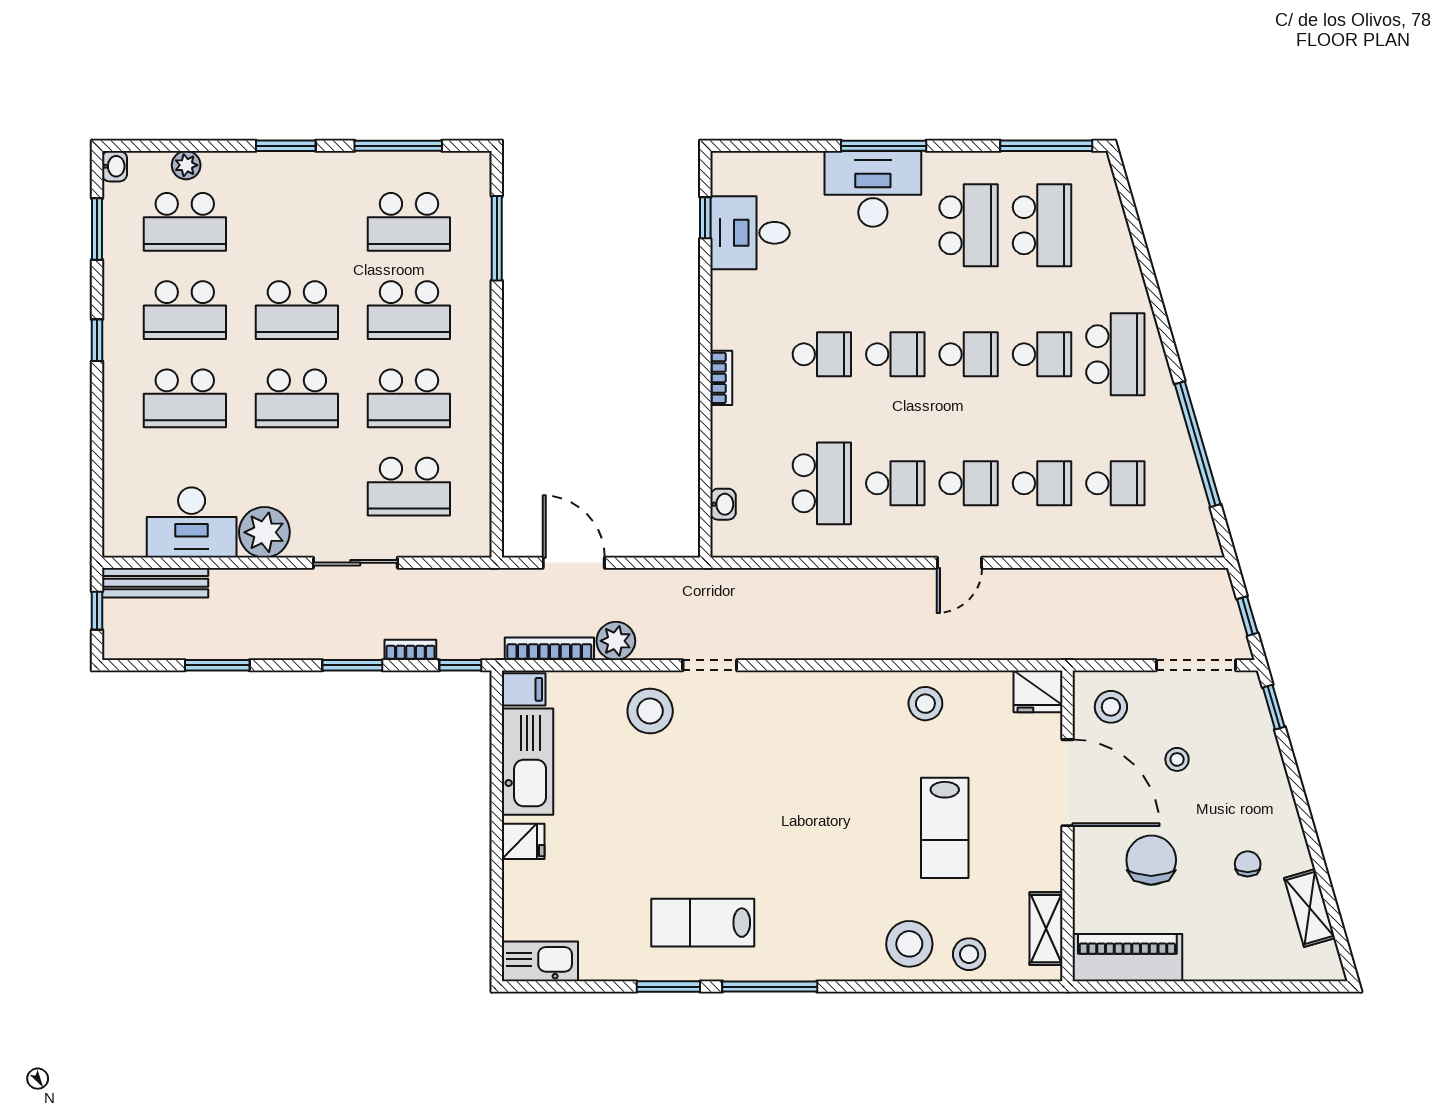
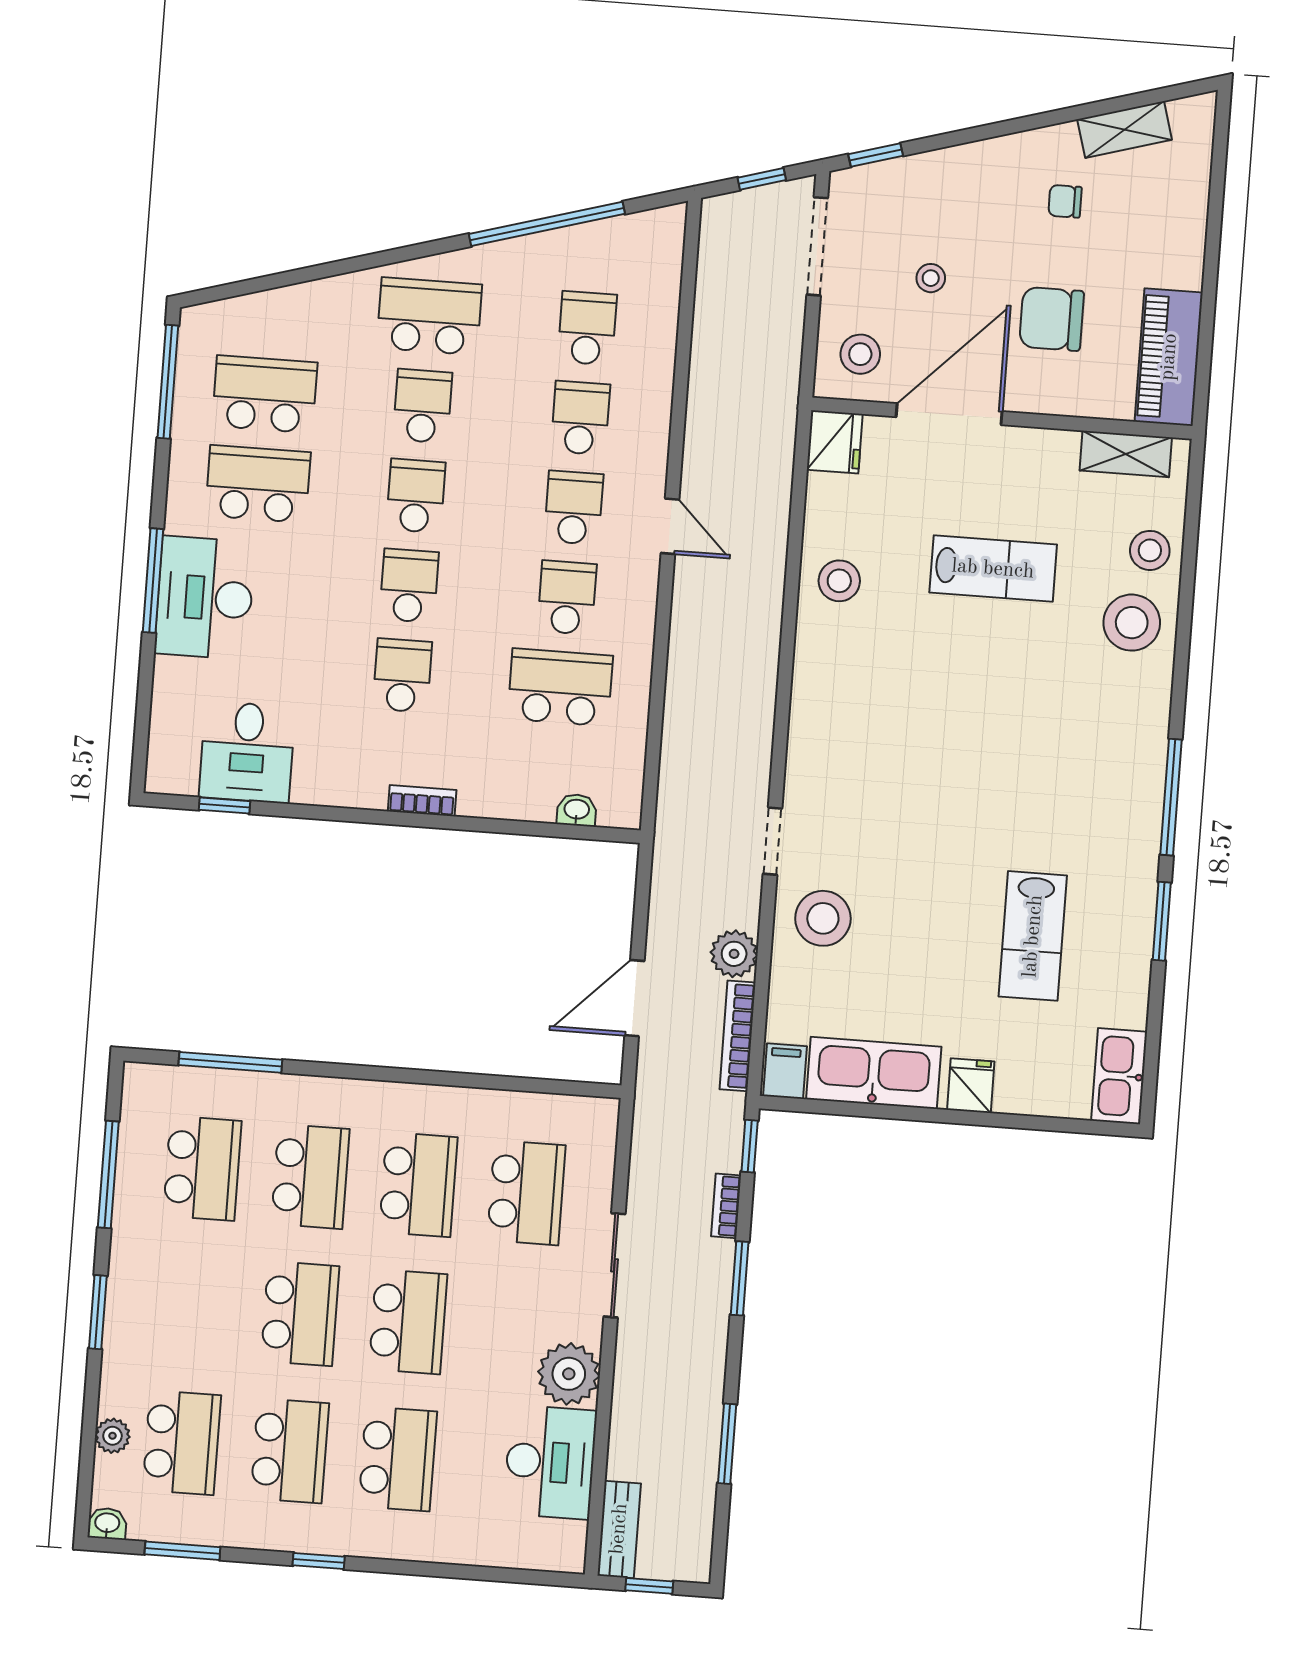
bench: (155, 583) -> (619, 1529), width x0.73
lab bench: (703, 923) -> (1033, 936), moved

